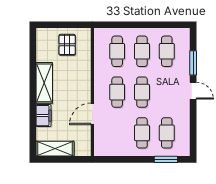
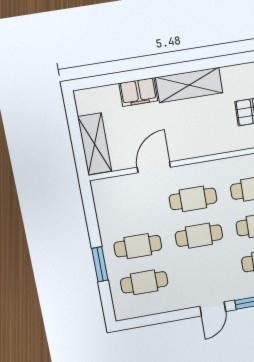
door: (92, 114) -> (154, 167), hinge flipped
shelving: (55, 149) -> (95, 144), moved
window: (166, 159) -> (100, 264), moved

